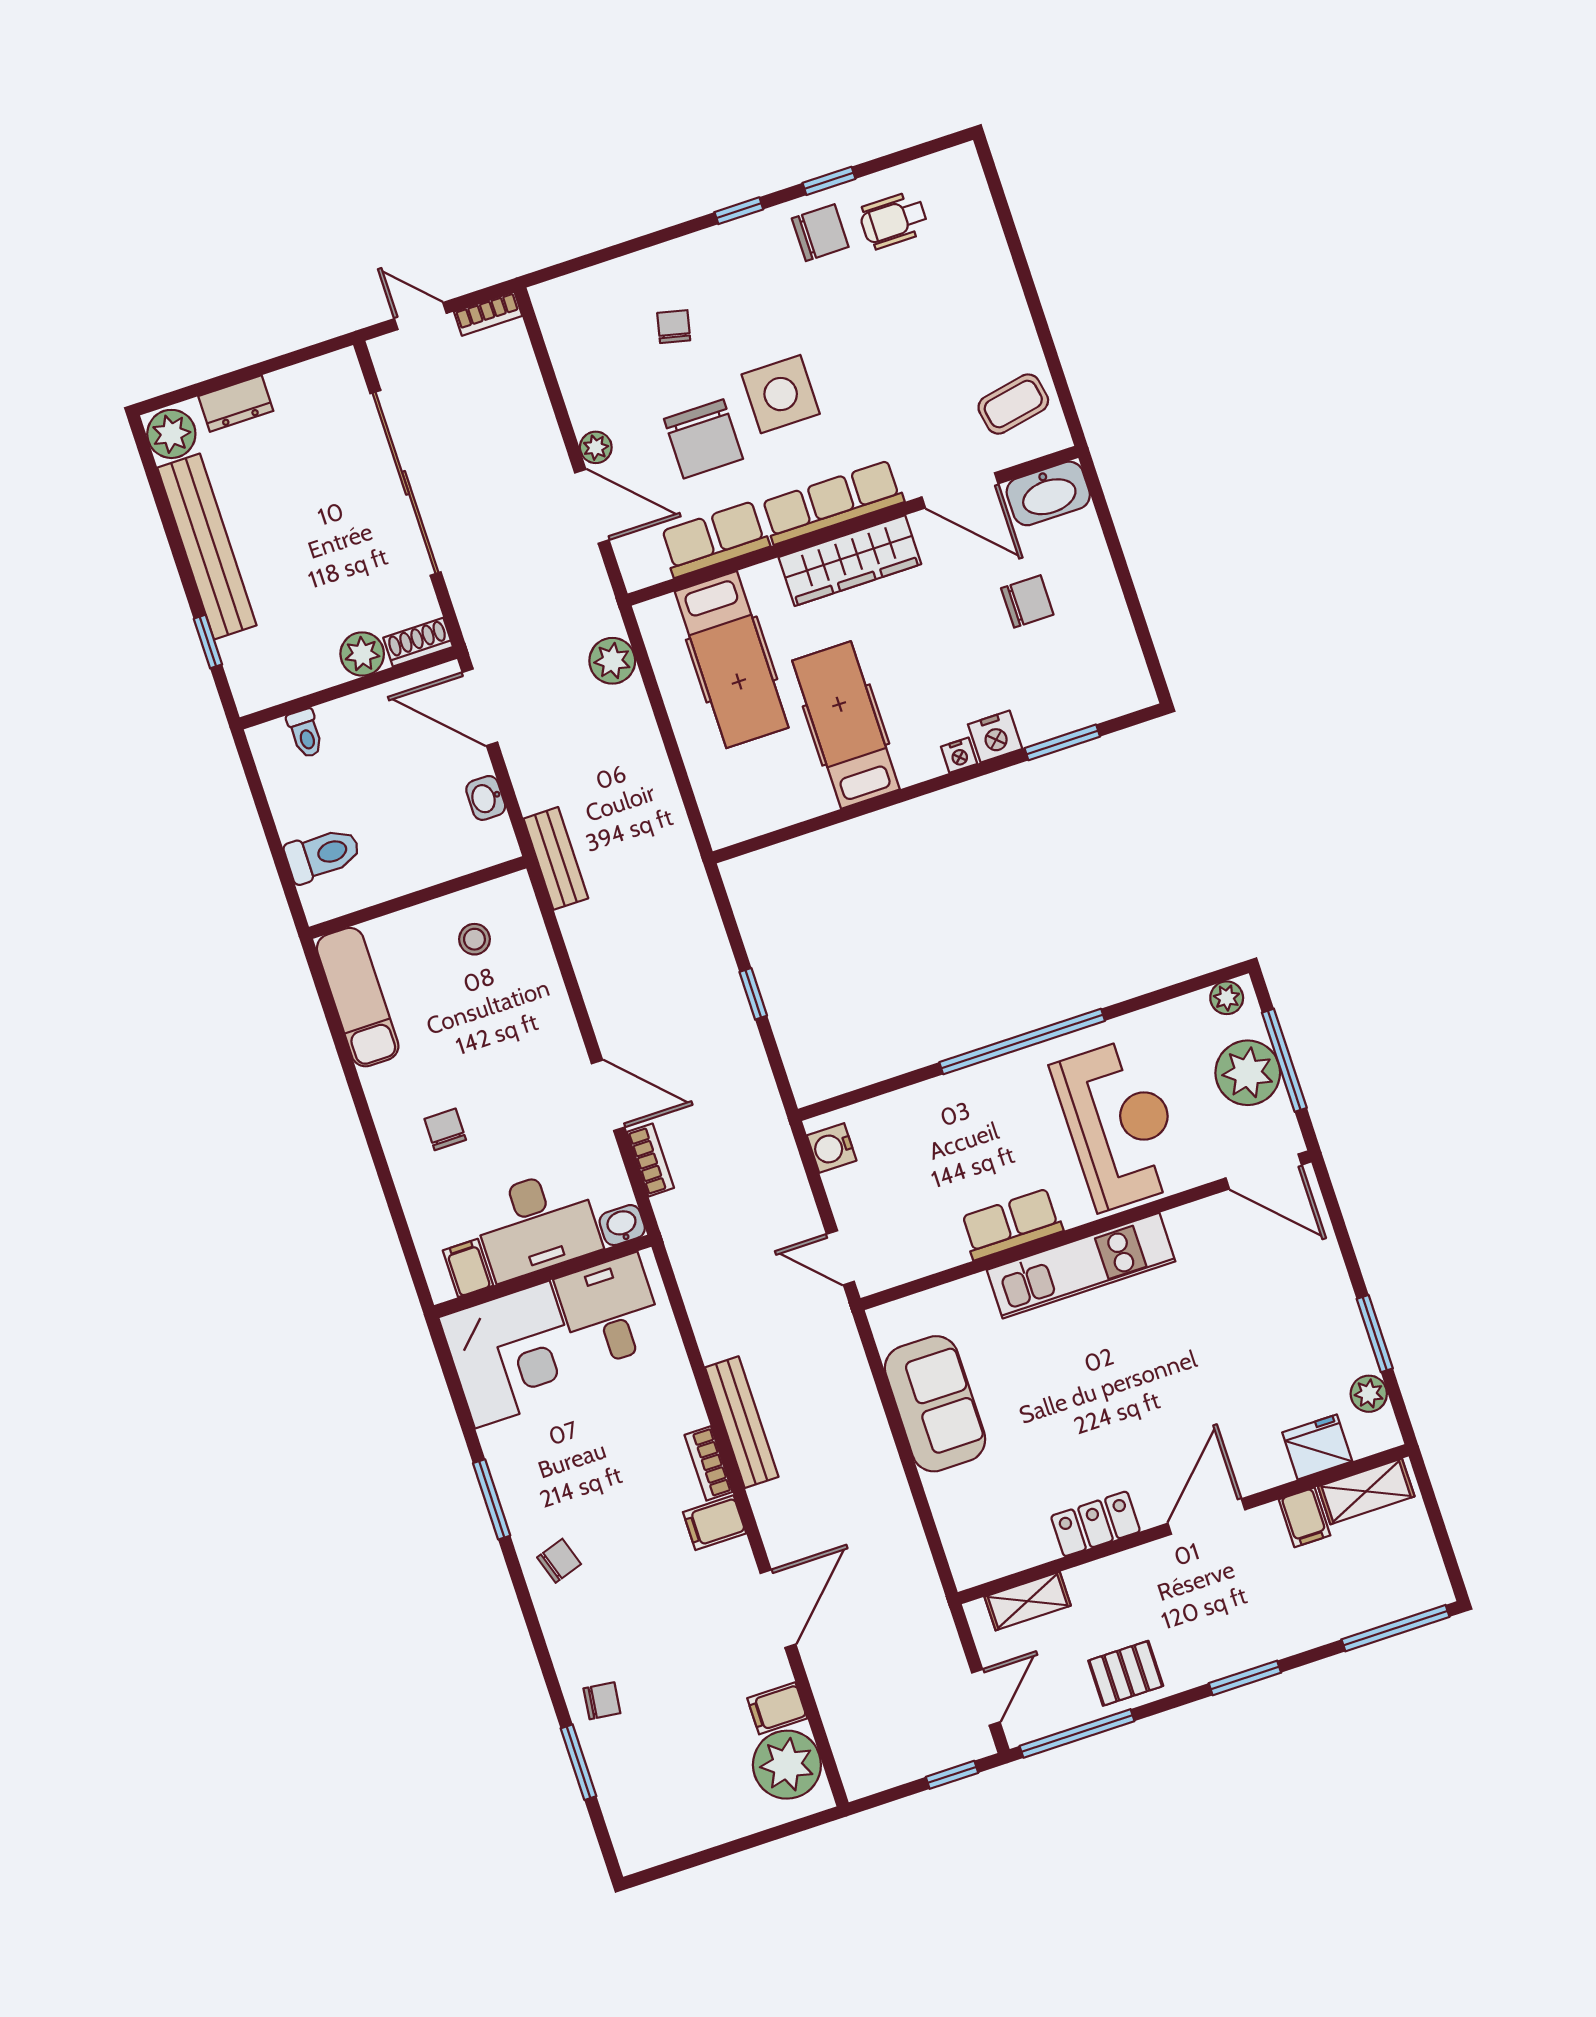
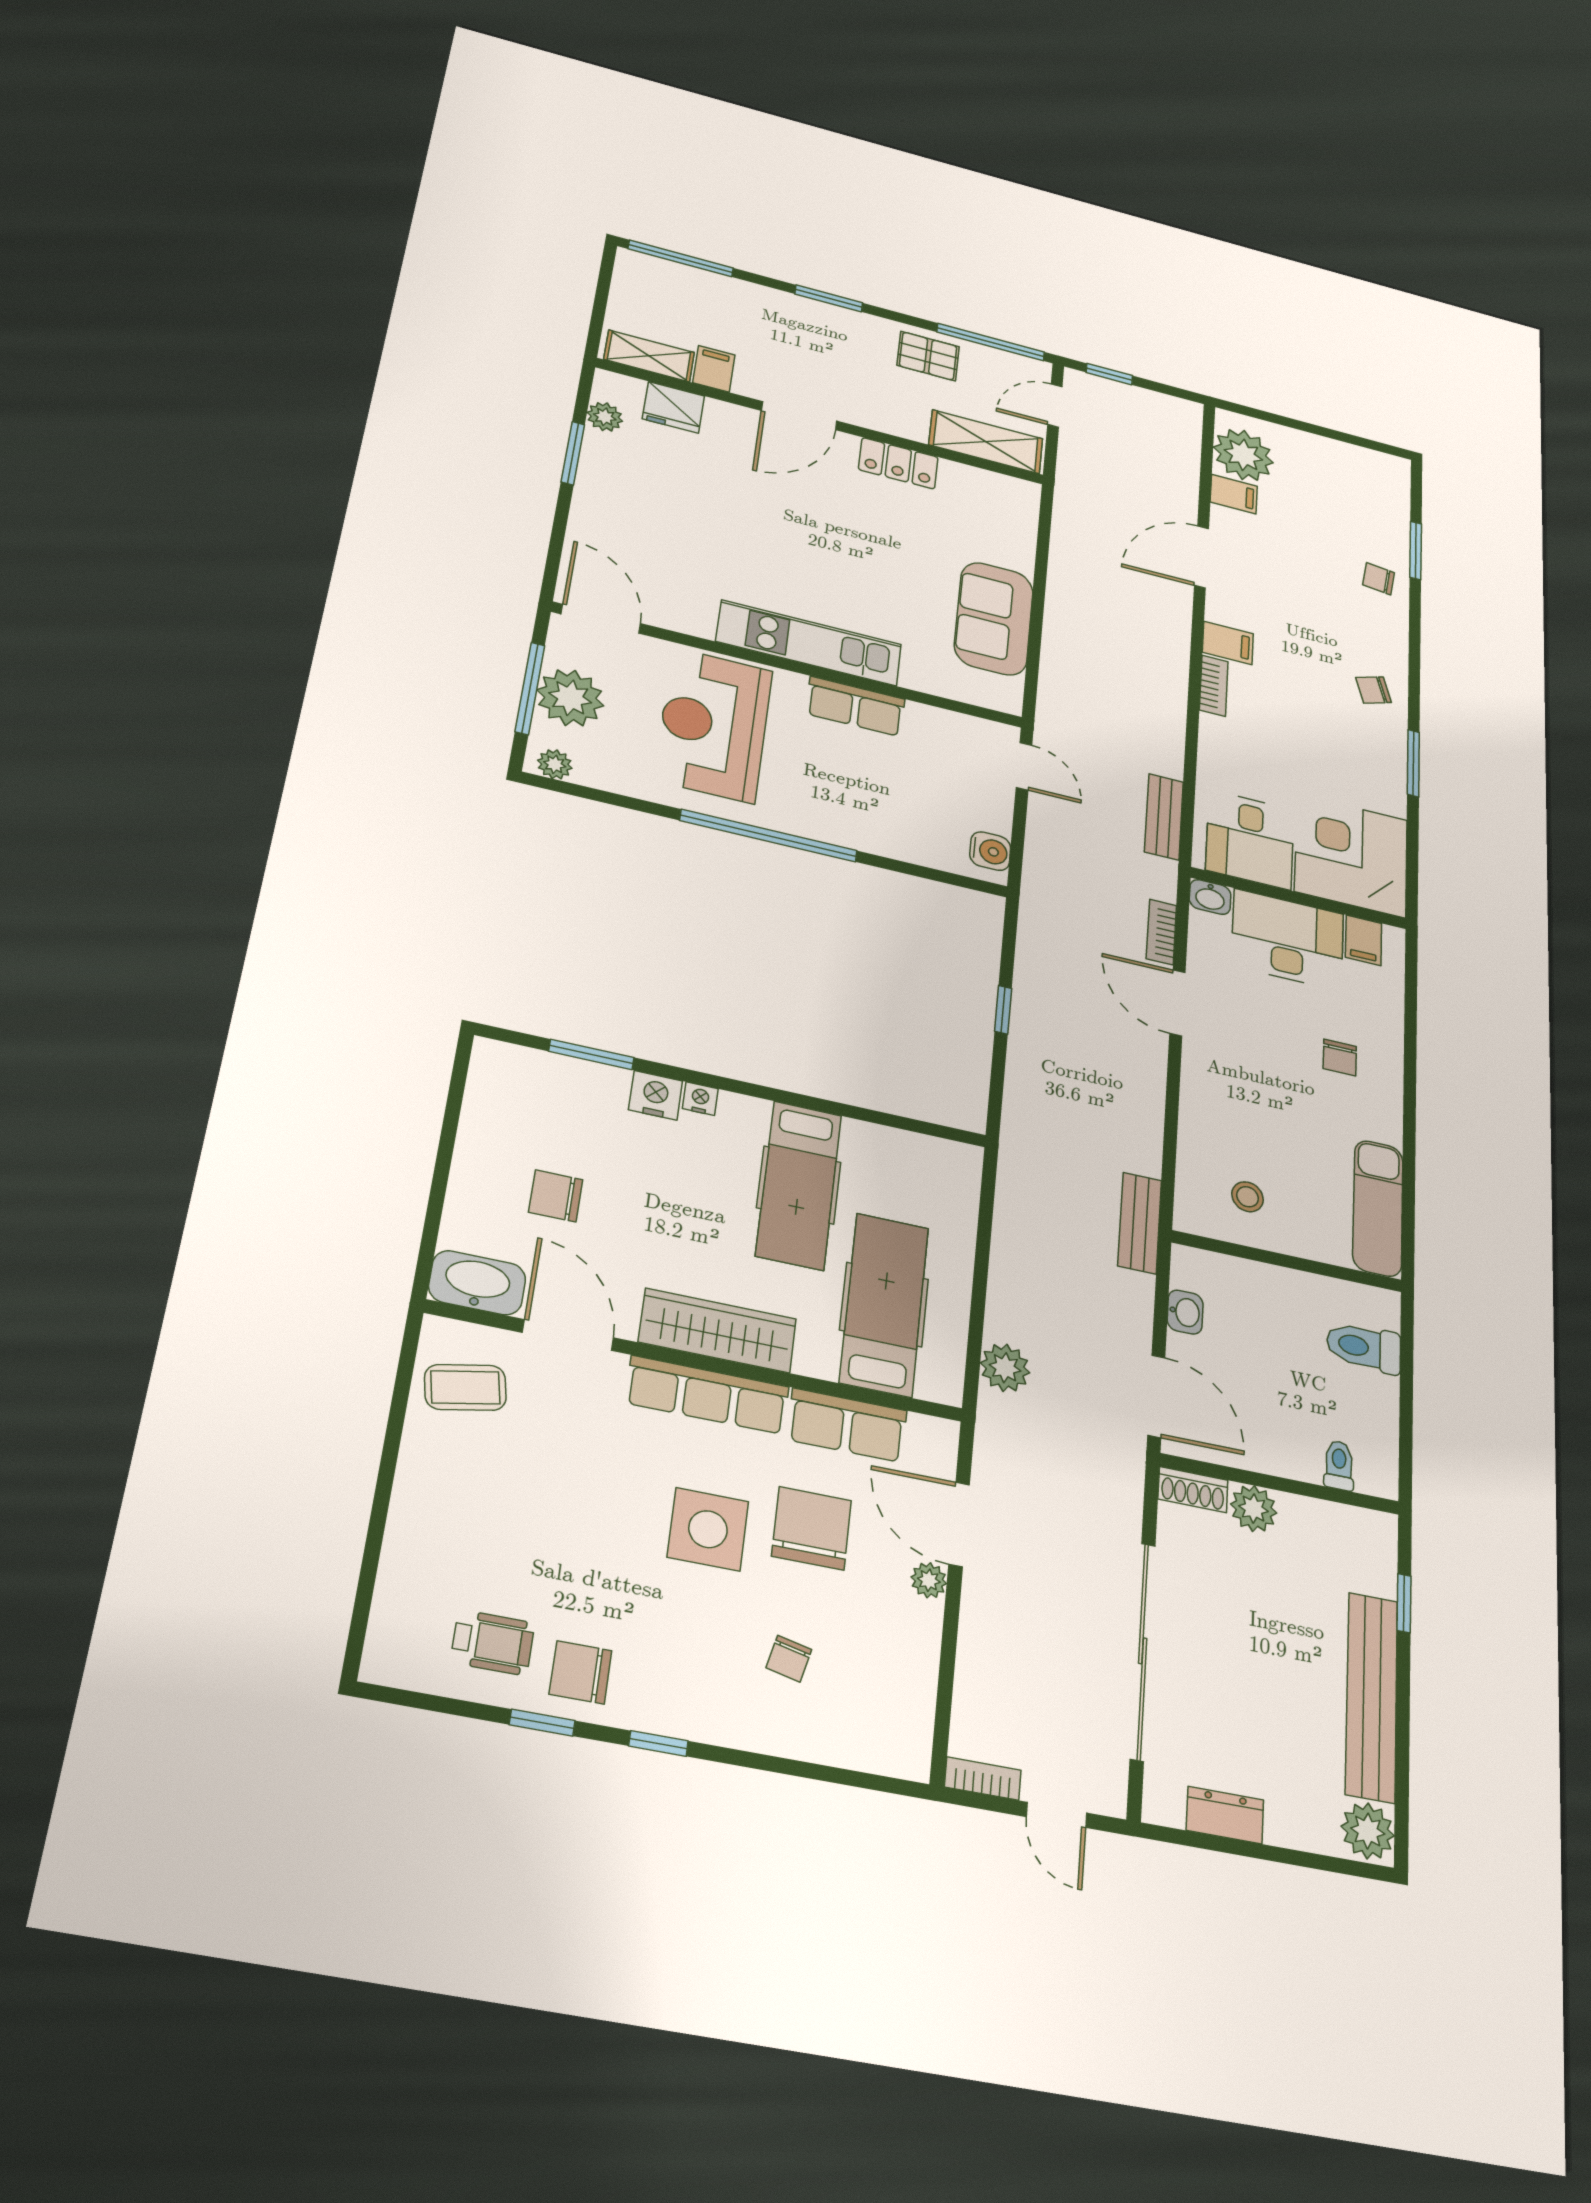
dresser: (236, 404) -> (1225, 1815), moved
bench: (742, 1422) -> (1164, 817), moved, width x0.73
shelving: (1028, 1601) -> (986, 442), width x1.50, depth x1.33

